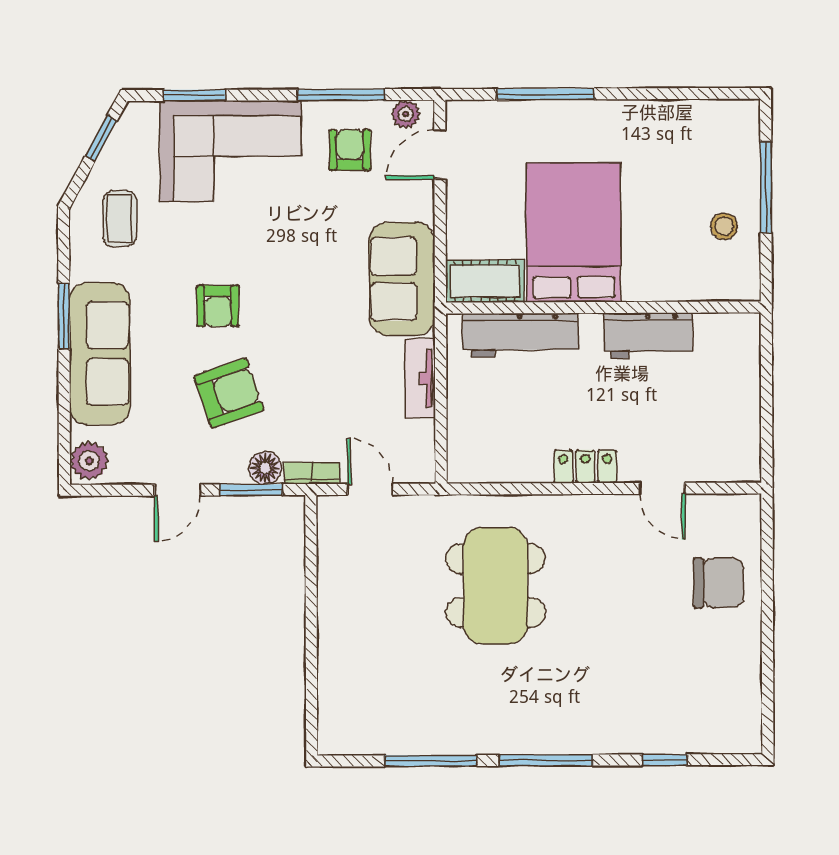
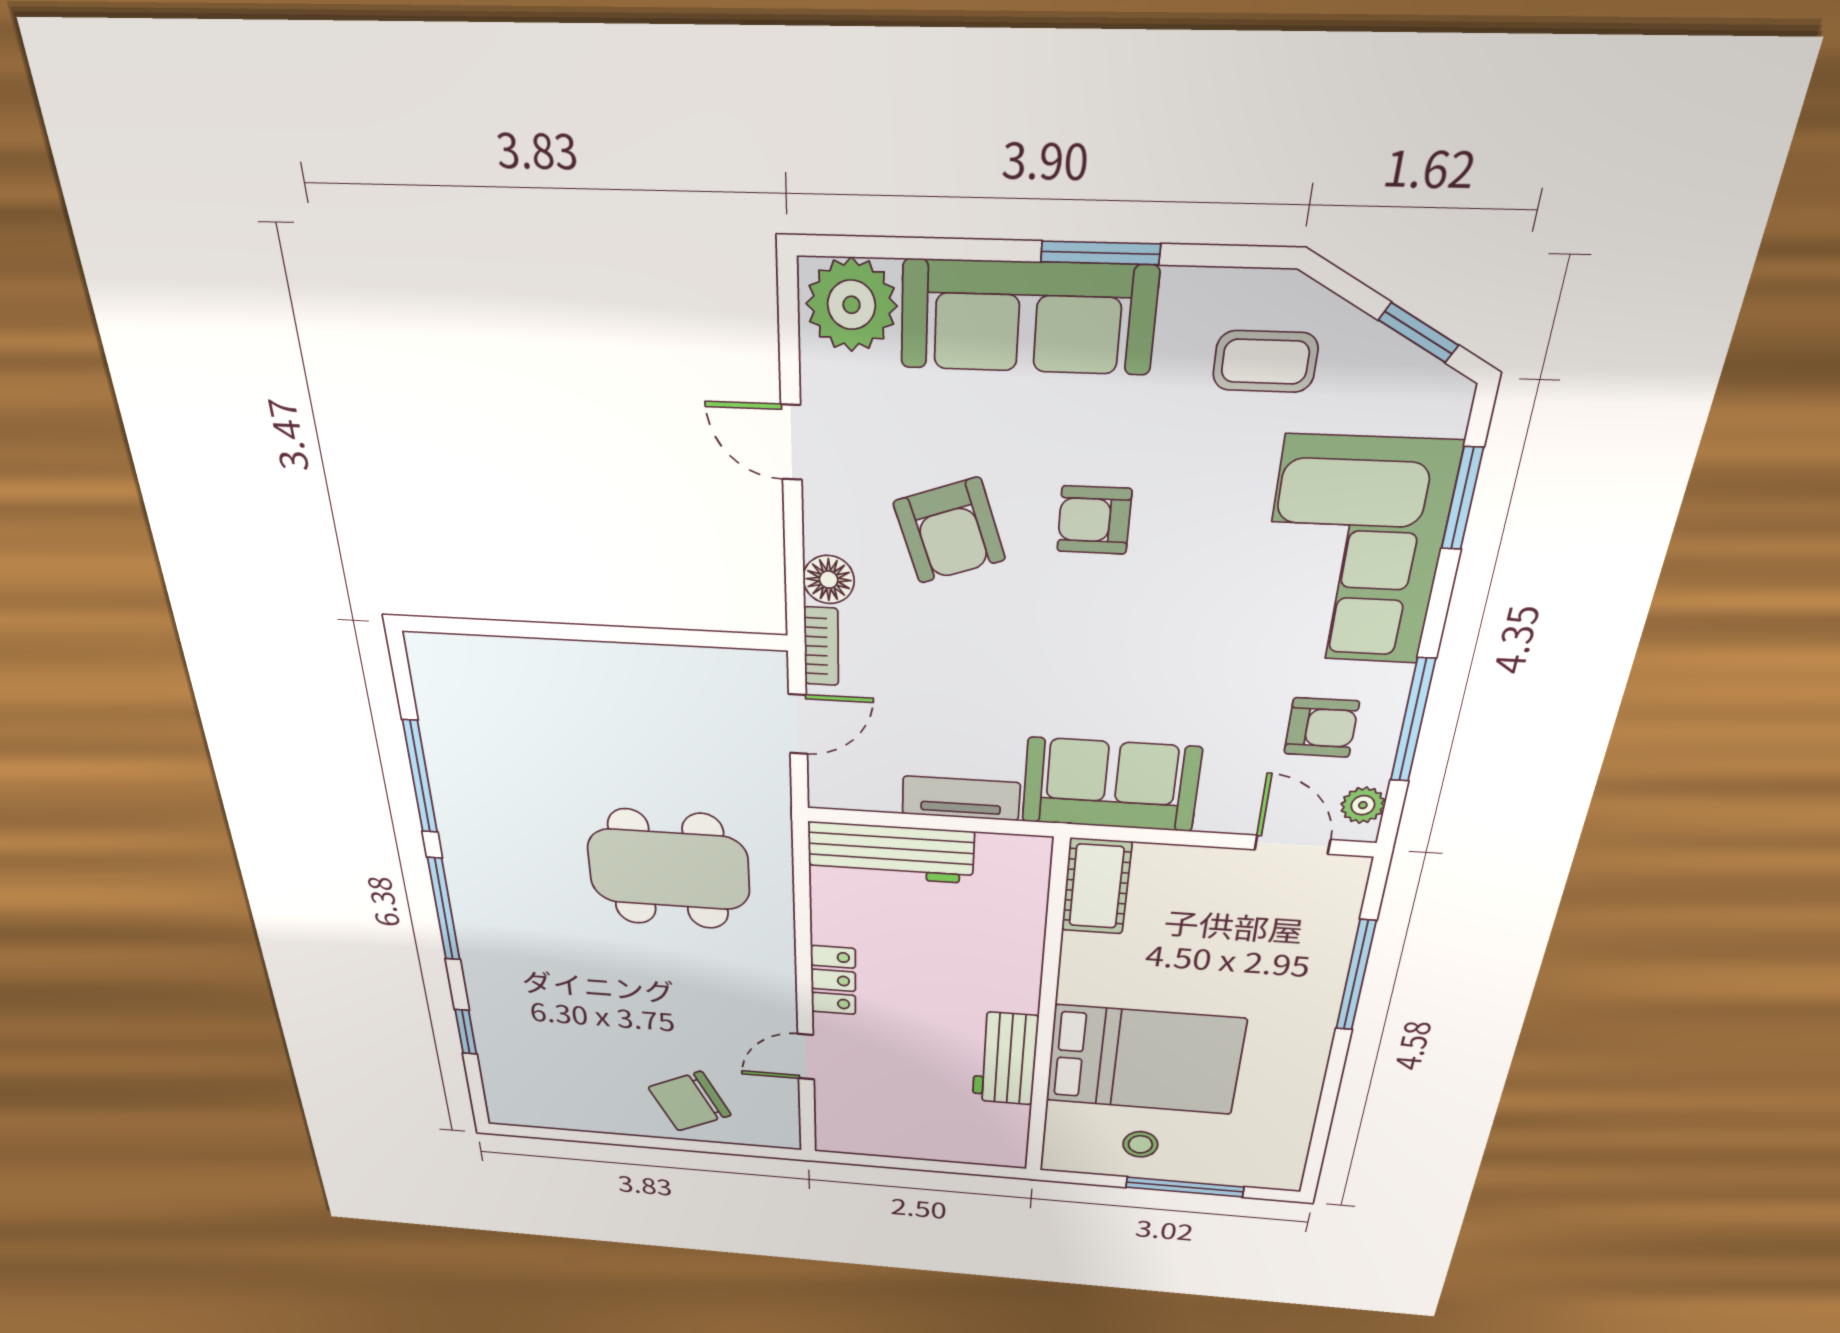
bed: (574, 232) -> (1144, 1060), moved
workbench: (520, 335) -> (891, 853), moved, turned -90
plant: (89, 461) -> (851, 305), width x1.36, depth x1.36
window: (251, 490) -> (794, 557), removed
chair: (719, 583) -> (690, 1101), turned 64

